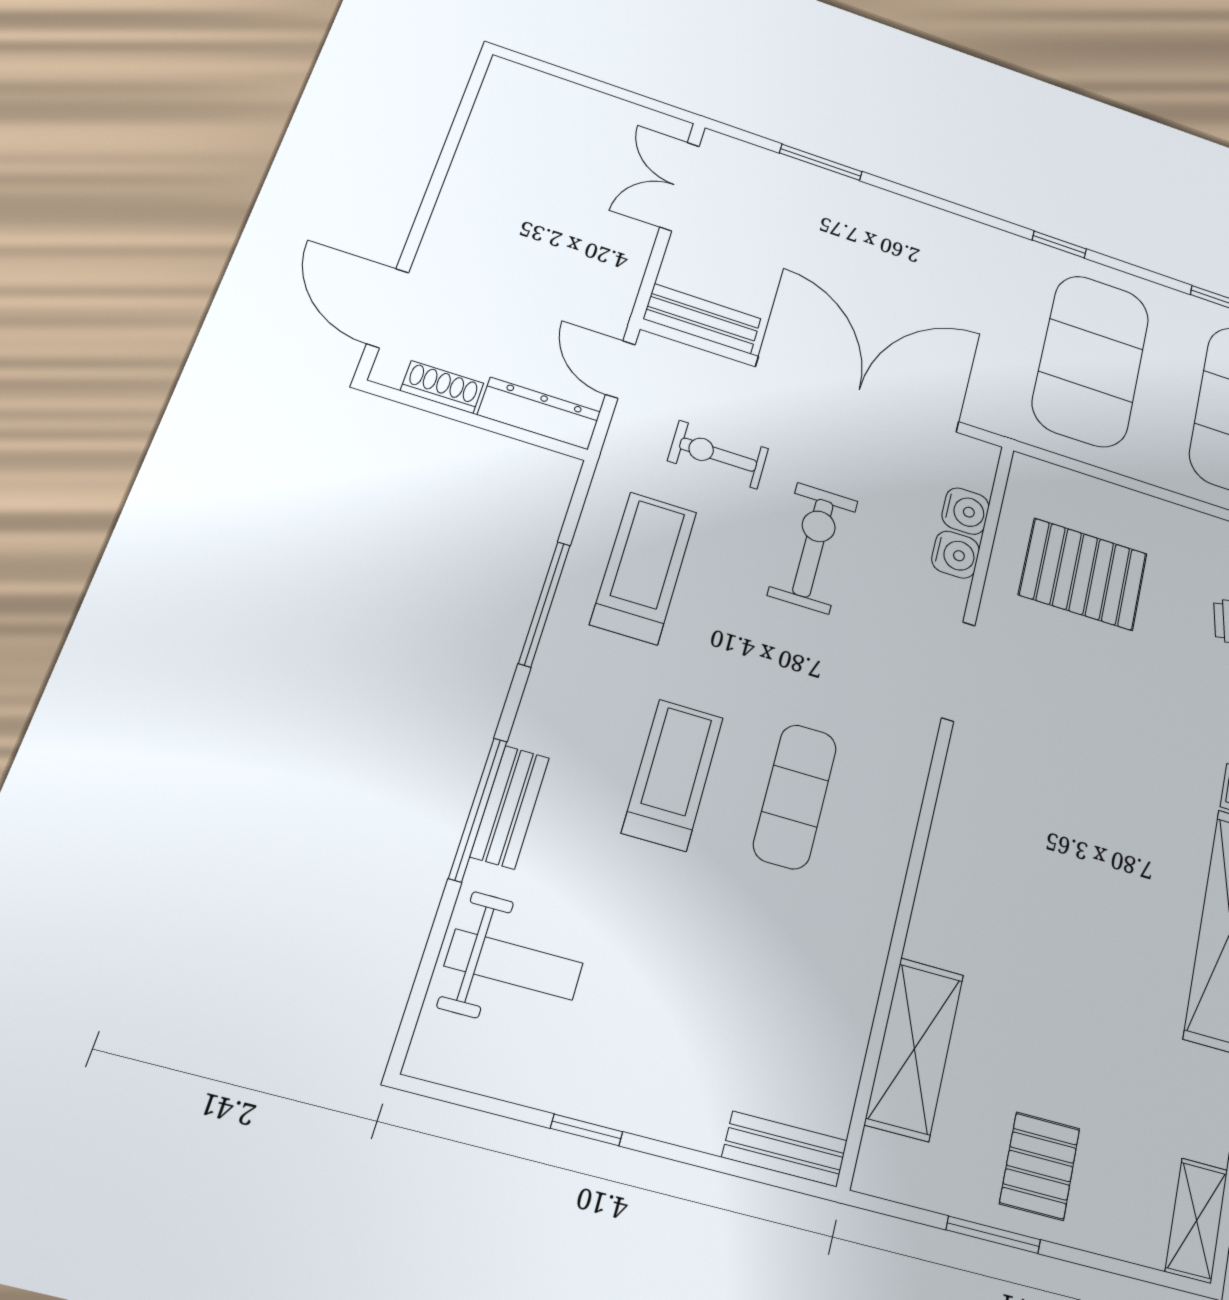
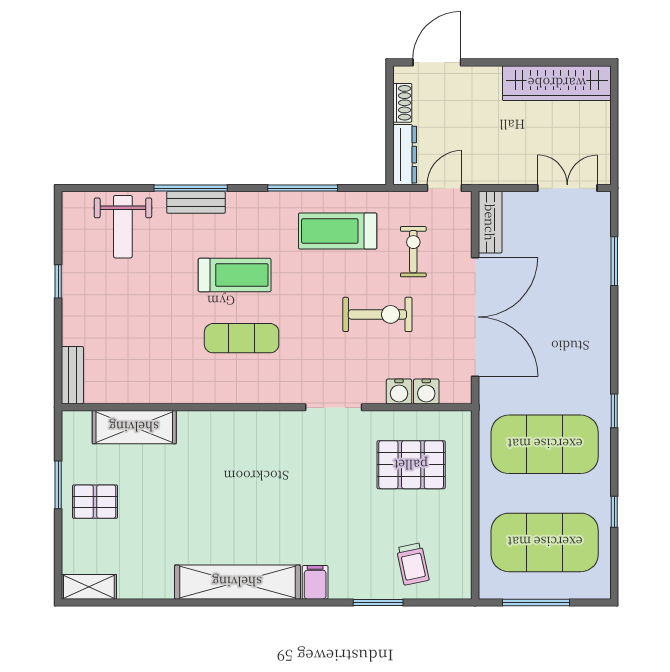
wardrobe: (494, 141) -> (557, 83), added
treadmill: (644, 568) -> (338, 231), turned 180
pallet: (1083, 574) -> (411, 465), turned 90

